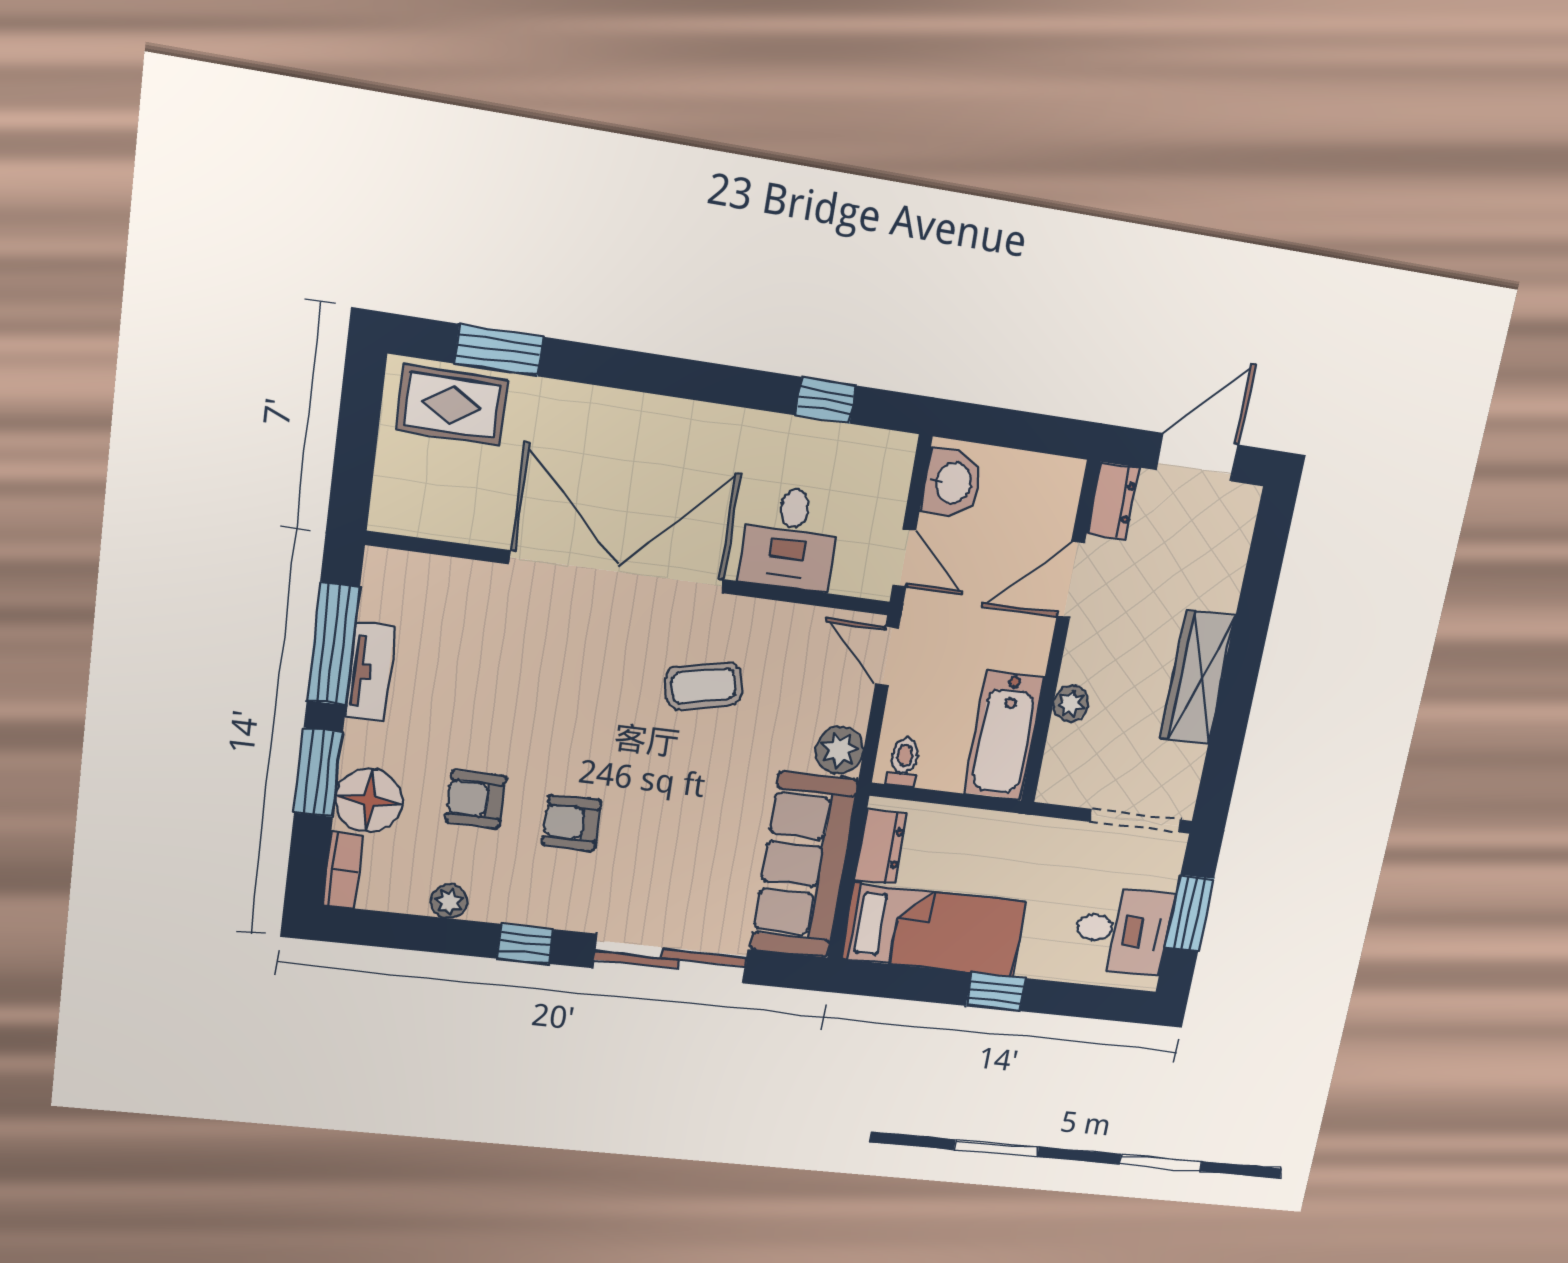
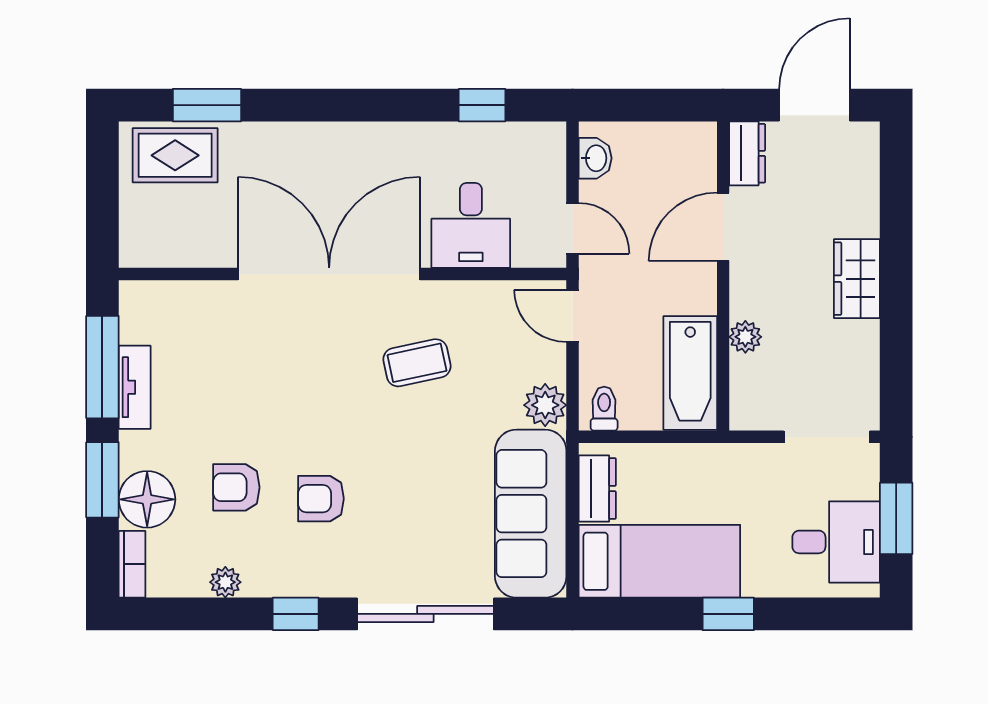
washbasin: (952, 483) -> (595, 158), width x0.72, depth x0.69
wardrobe: (1198, 678) -> (857, 279), width x0.67

